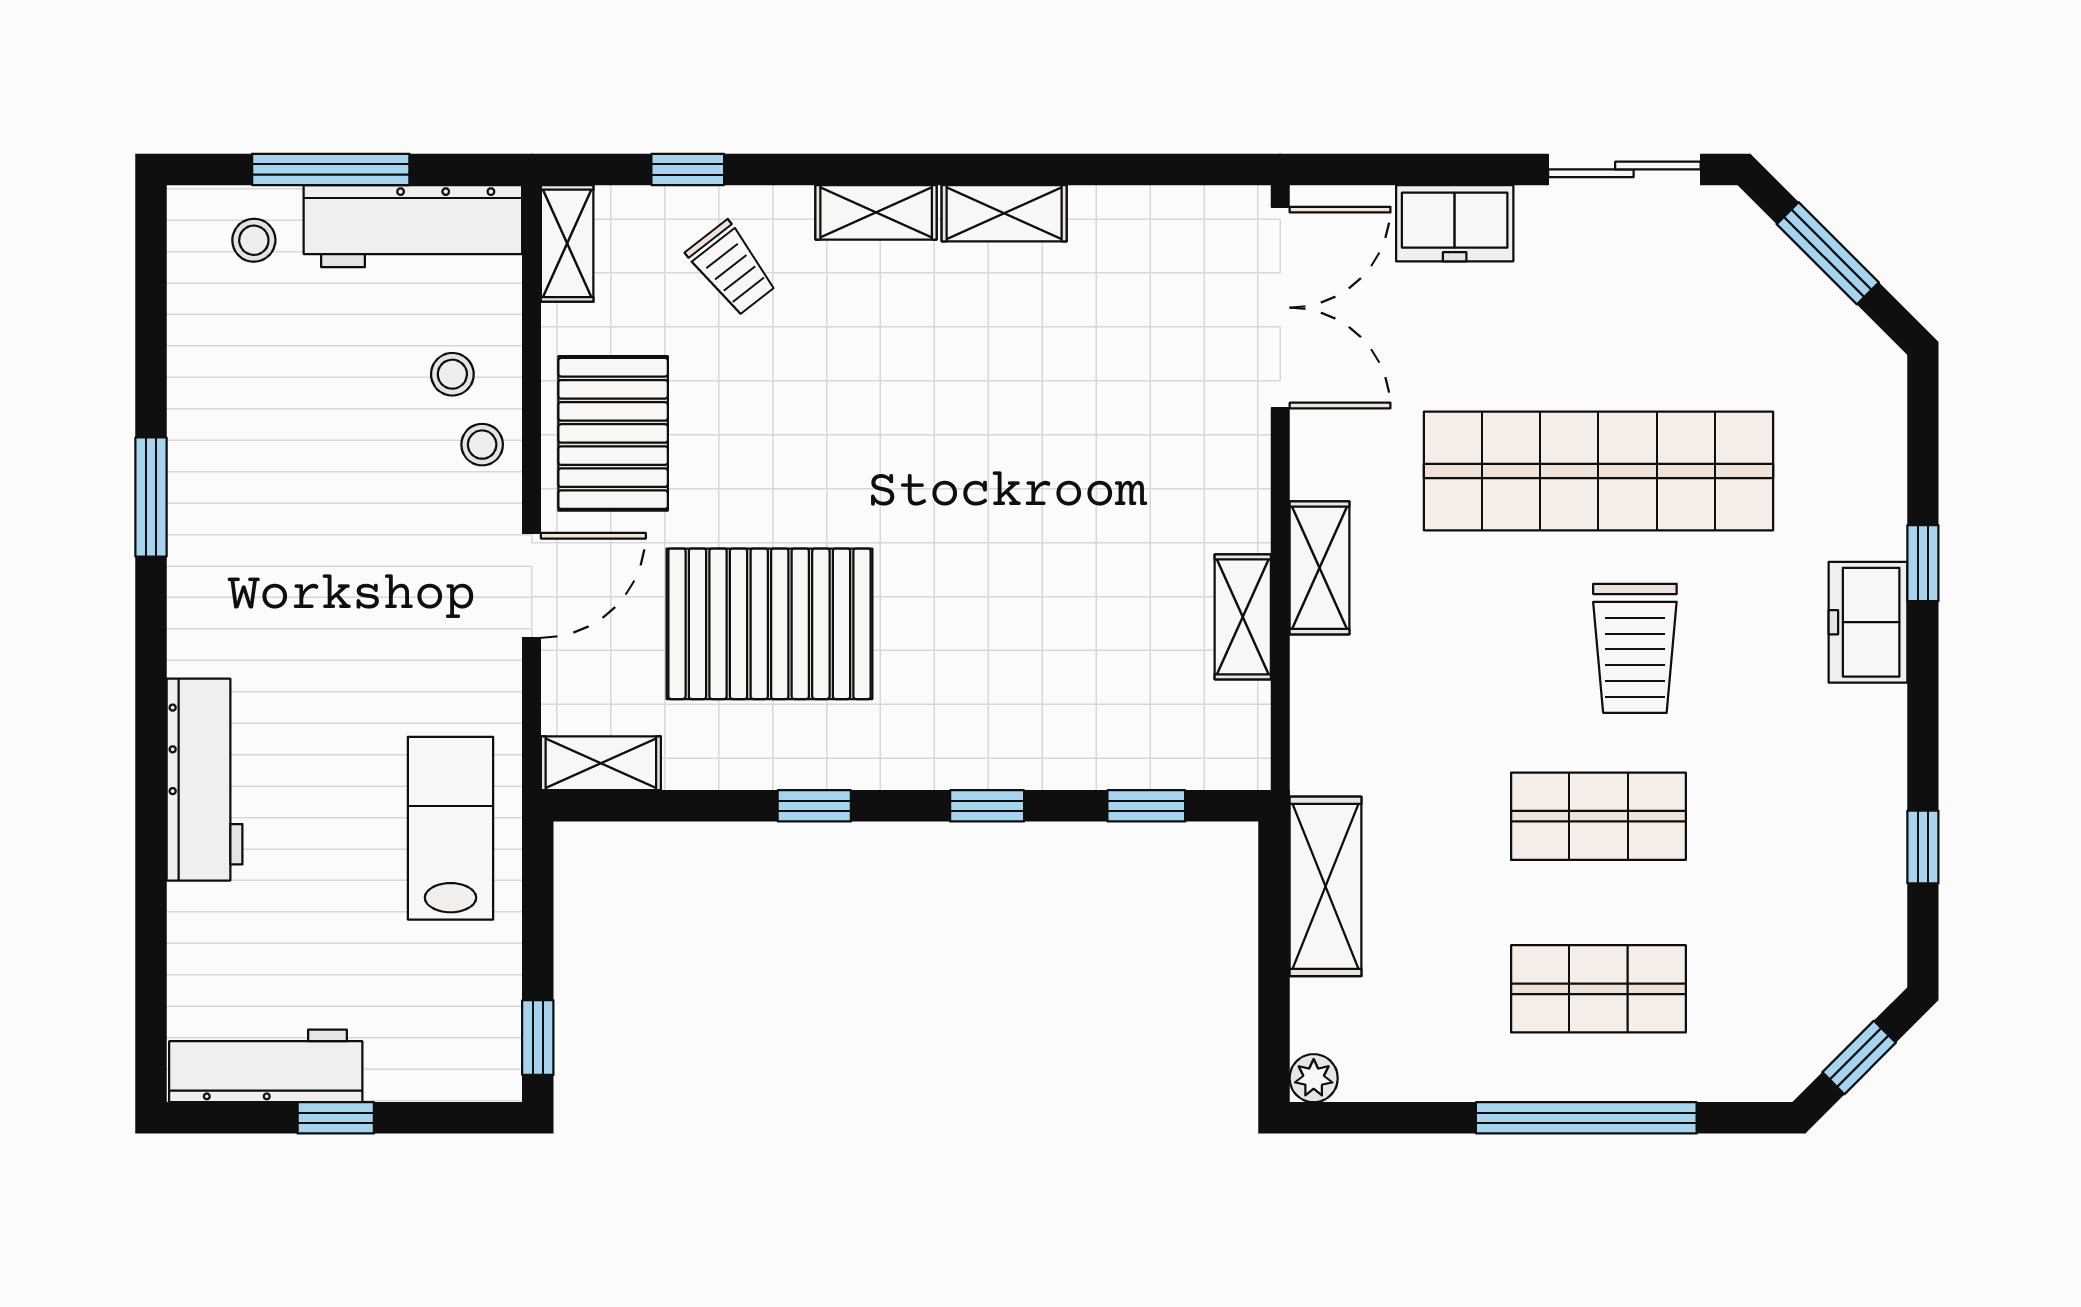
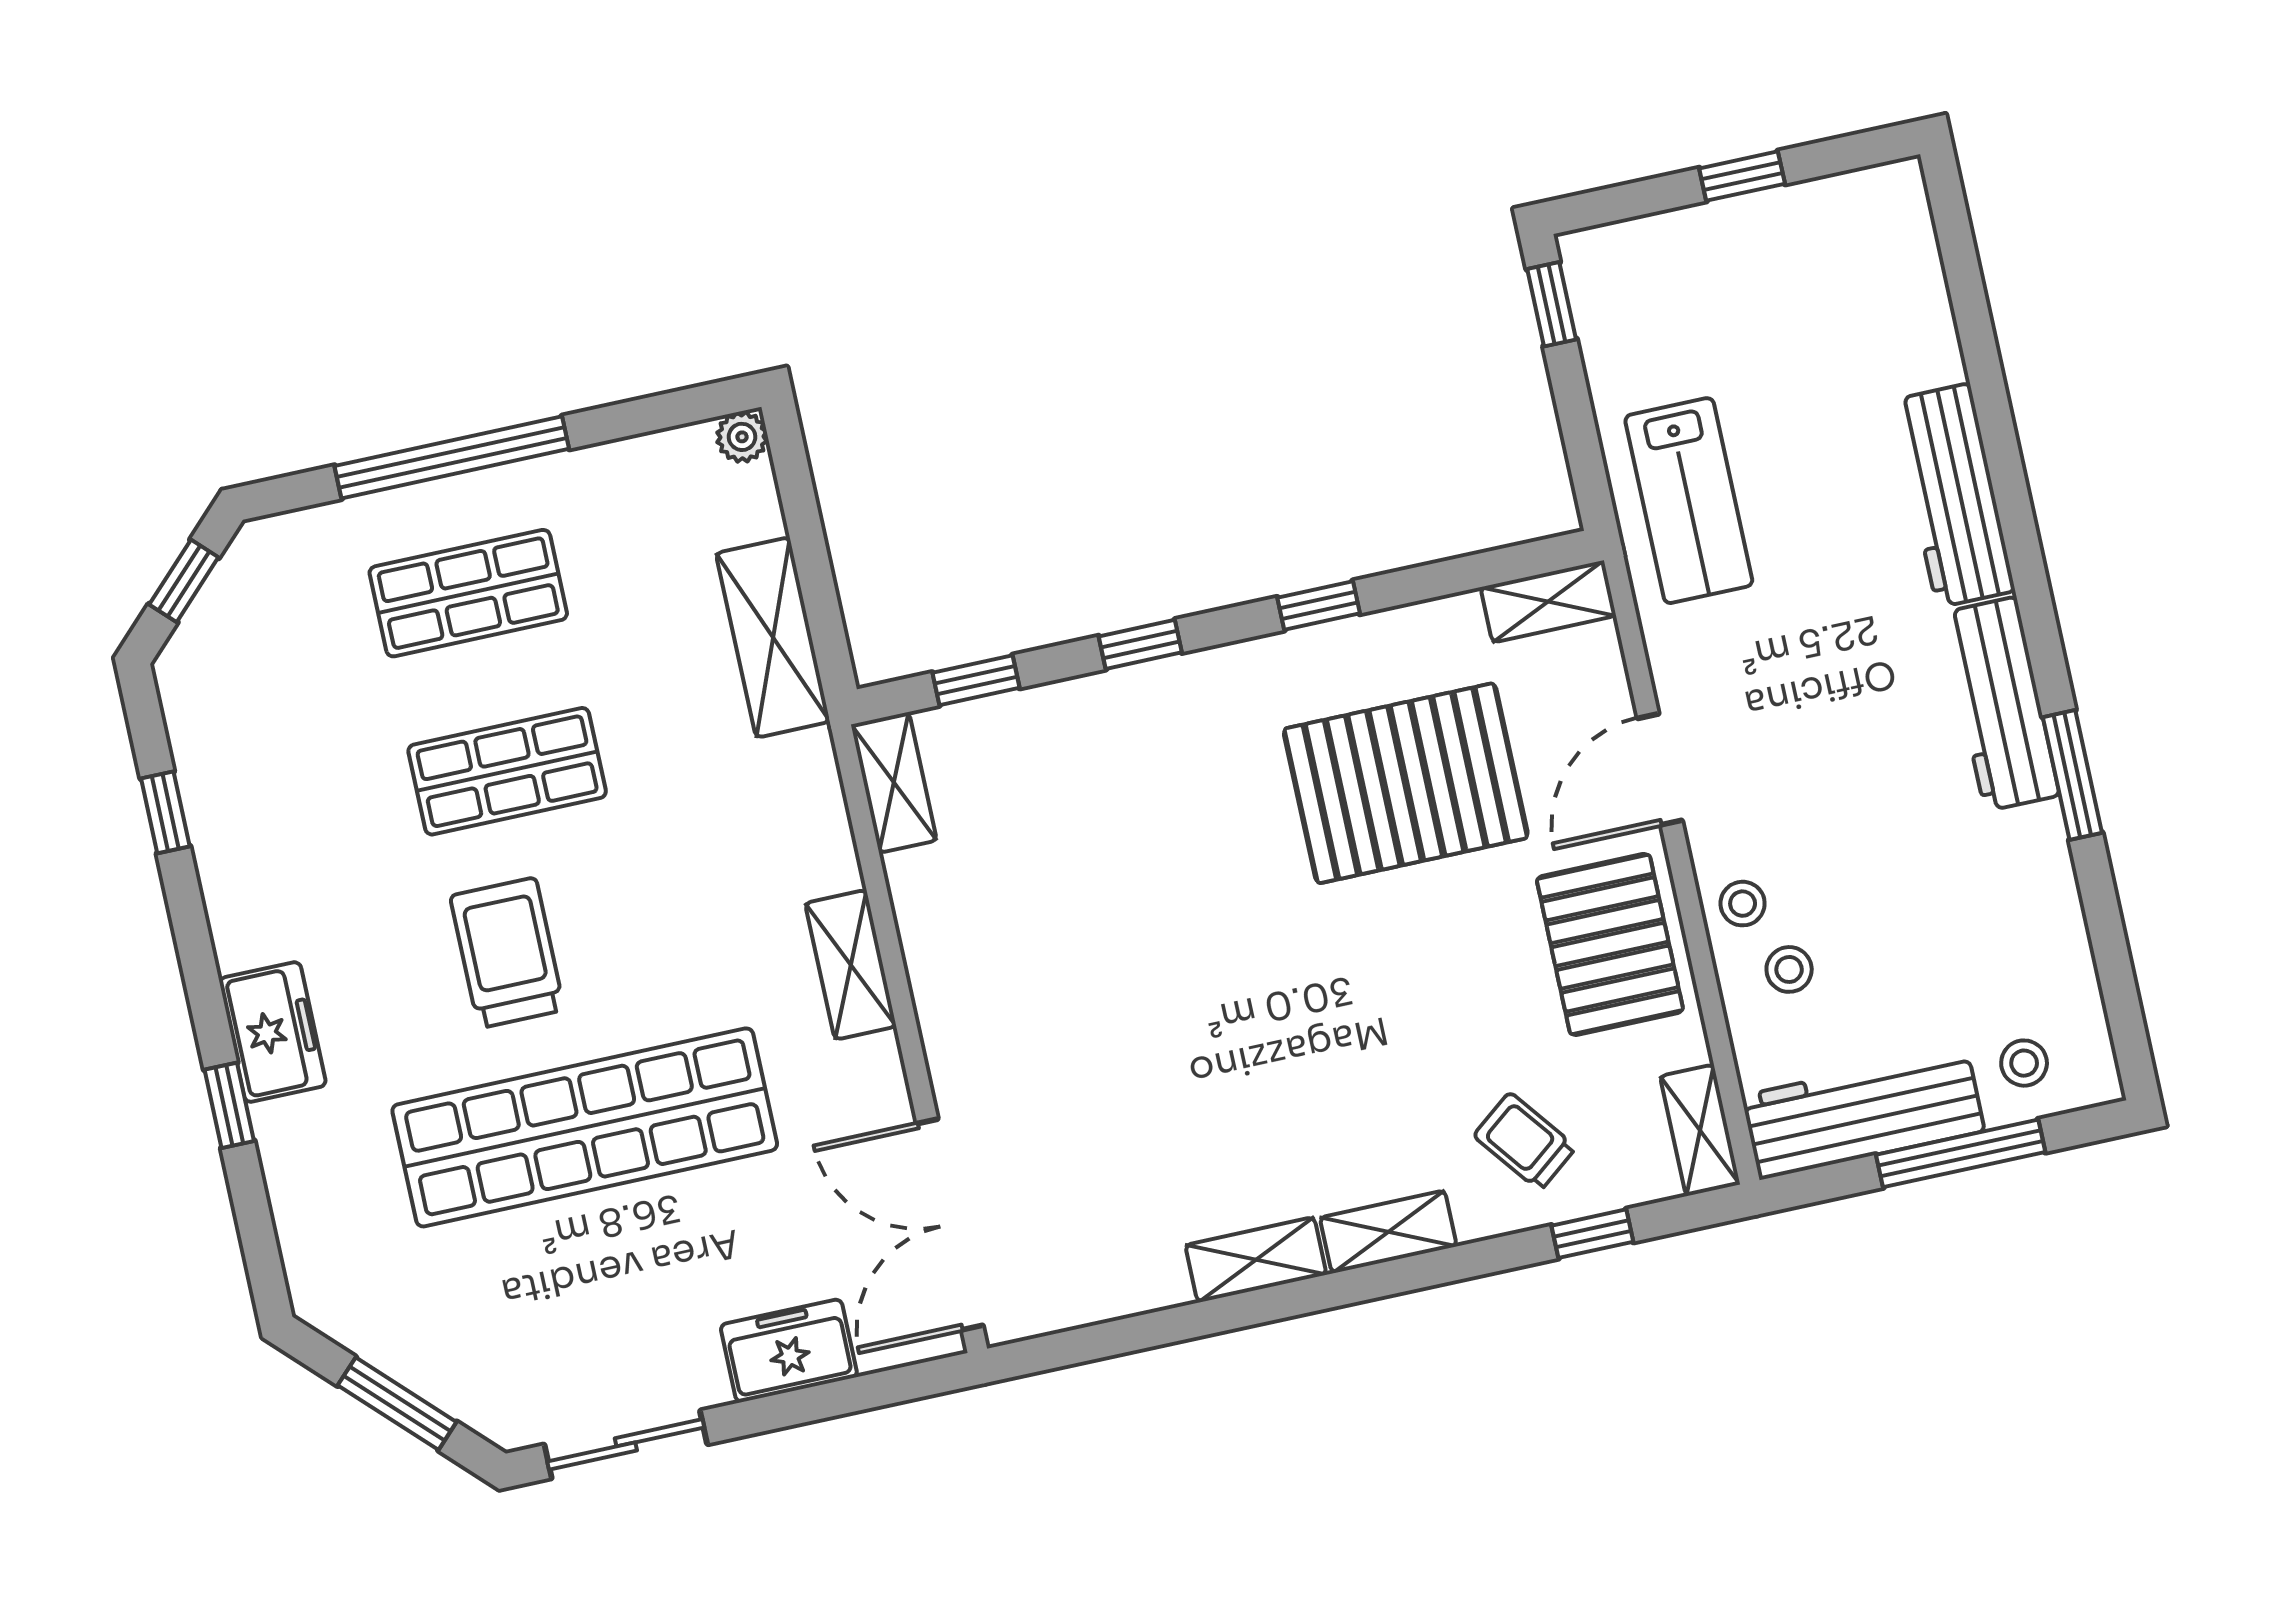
shelving: (1243, 617) -> (894, 782), moved
workbench: (266, 1066) -> (2001, 704), moved, turned 90

